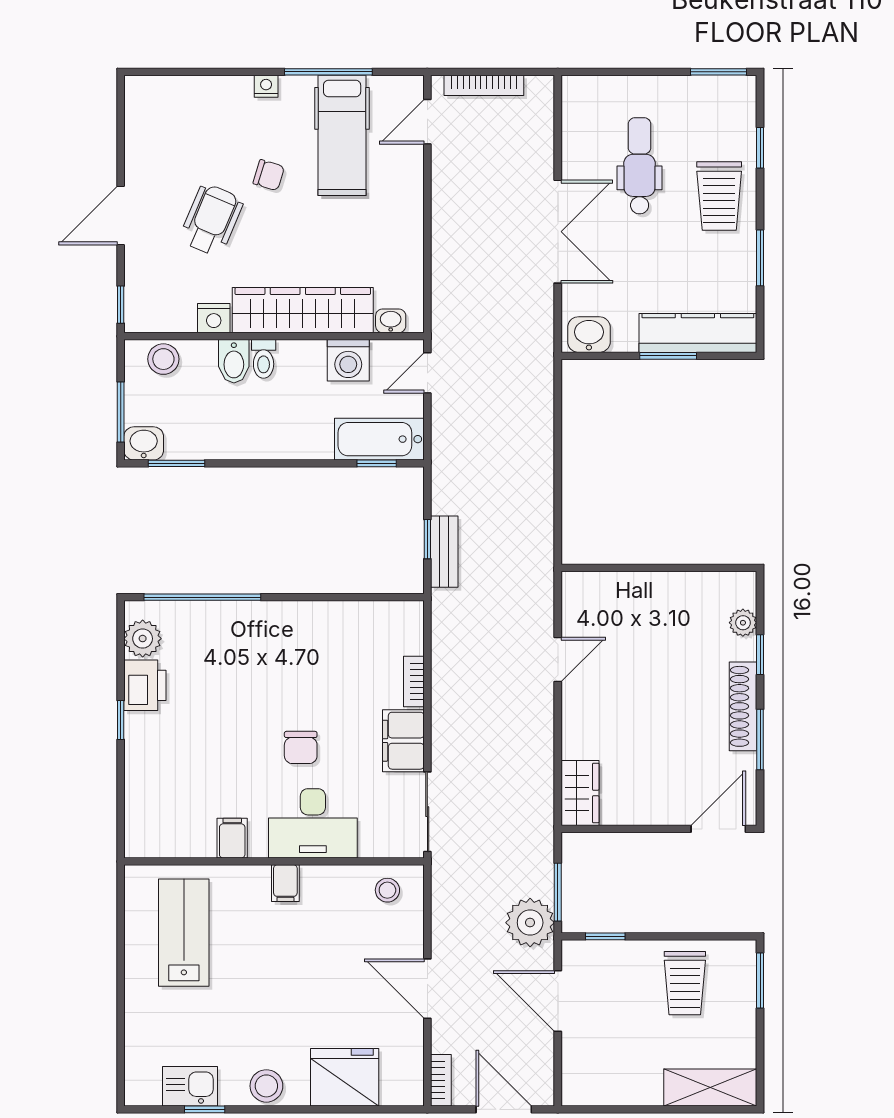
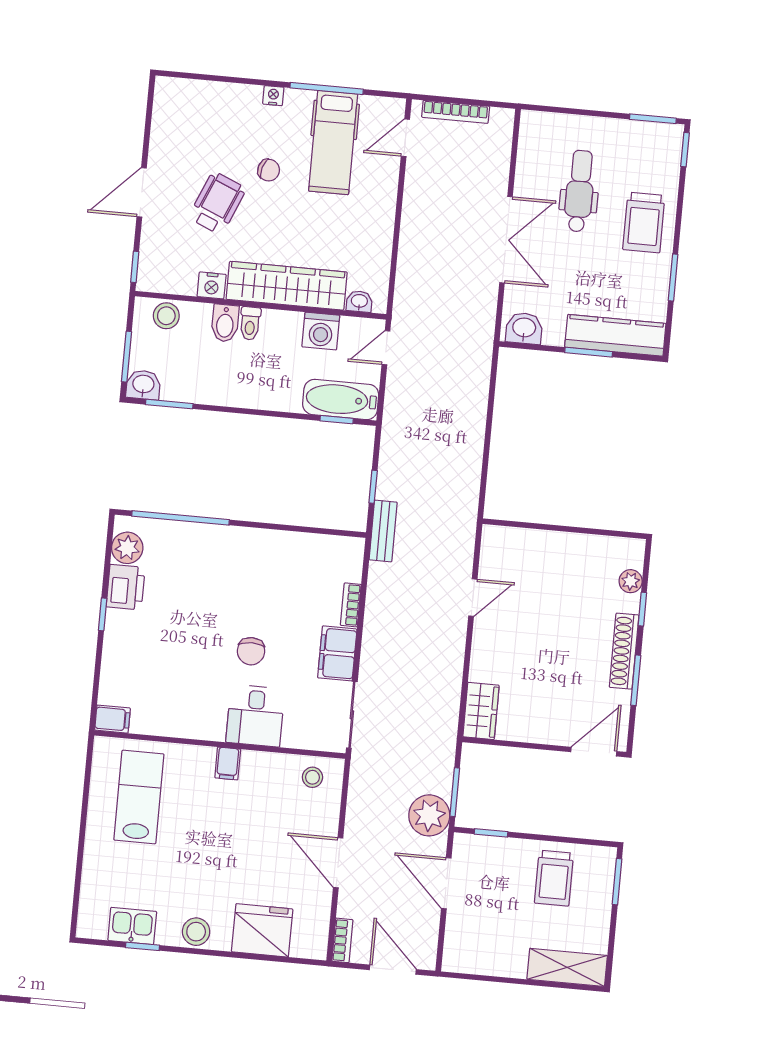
window: (760, 148) -> (685, 150), moved
bench: (444, 552) -> (383, 531), moved
desk: (313, 823) -> (255, 716), width x0.73
filing cabinet: (232, 838) -> (112, 719), moved, turned 90

